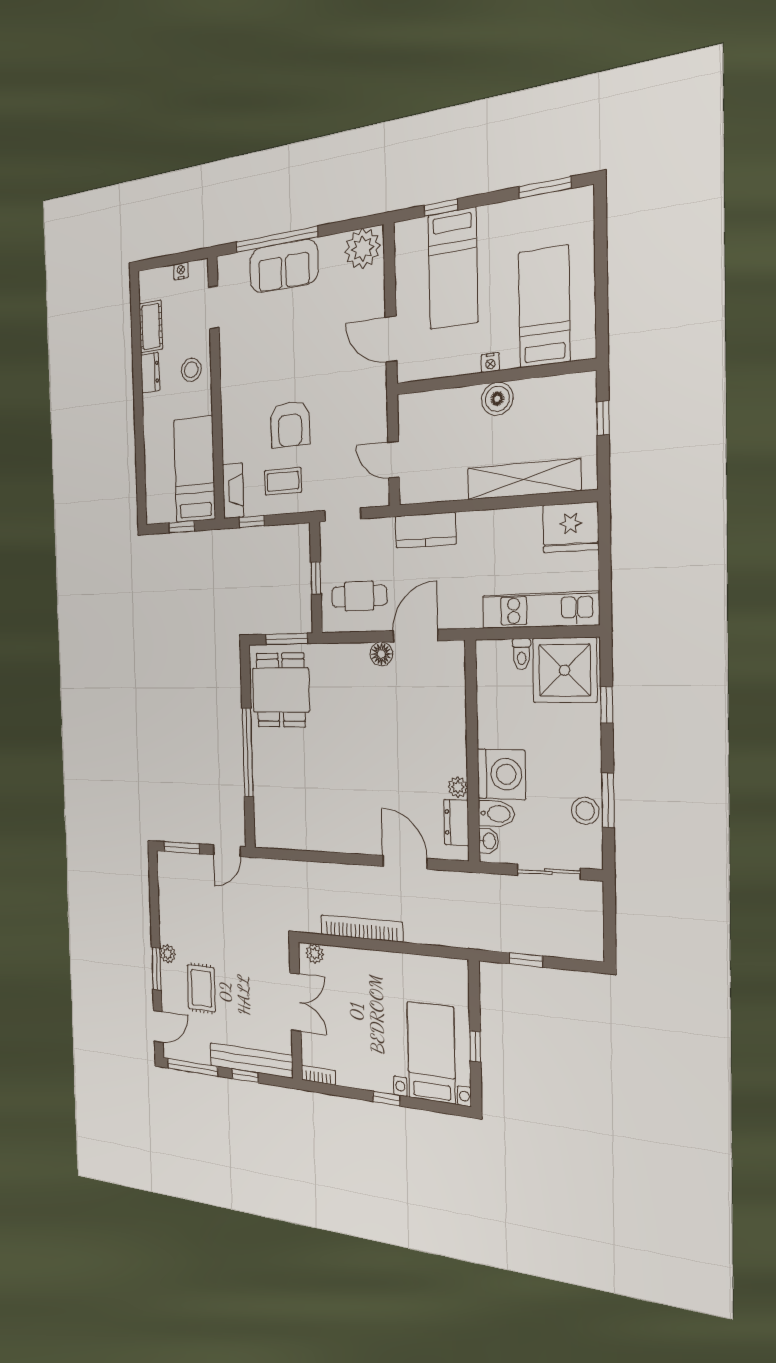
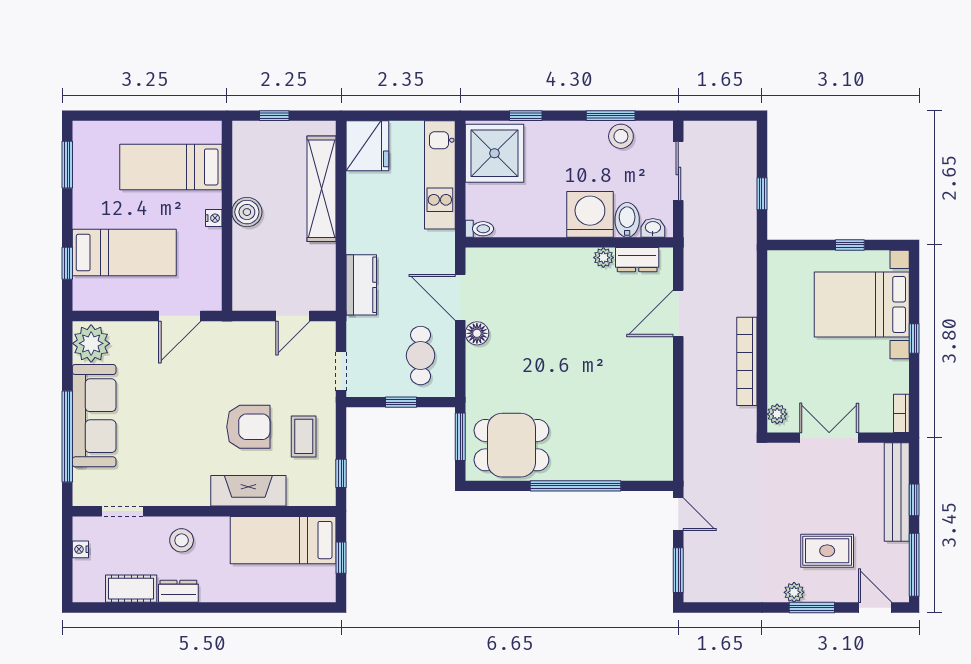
sofa: (284, 266) -> (94, 416), width x1.36
fireplace: (233, 491) -> (248, 491), moved, width x1.37, depth x1.32
toilet: (522, 654) -> (479, 229), moved
bed with nightstands: (431, 1053) -> (862, 304), width x1.36

